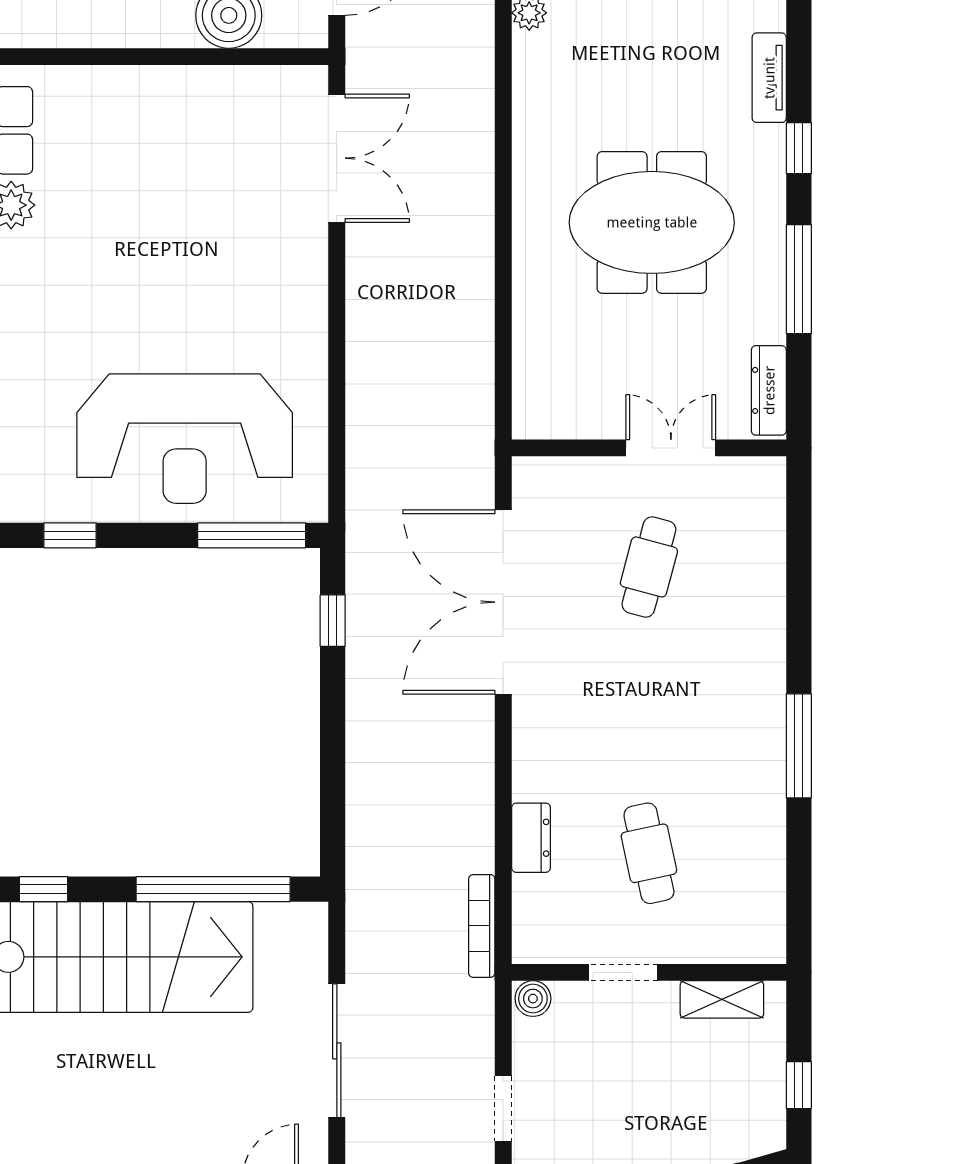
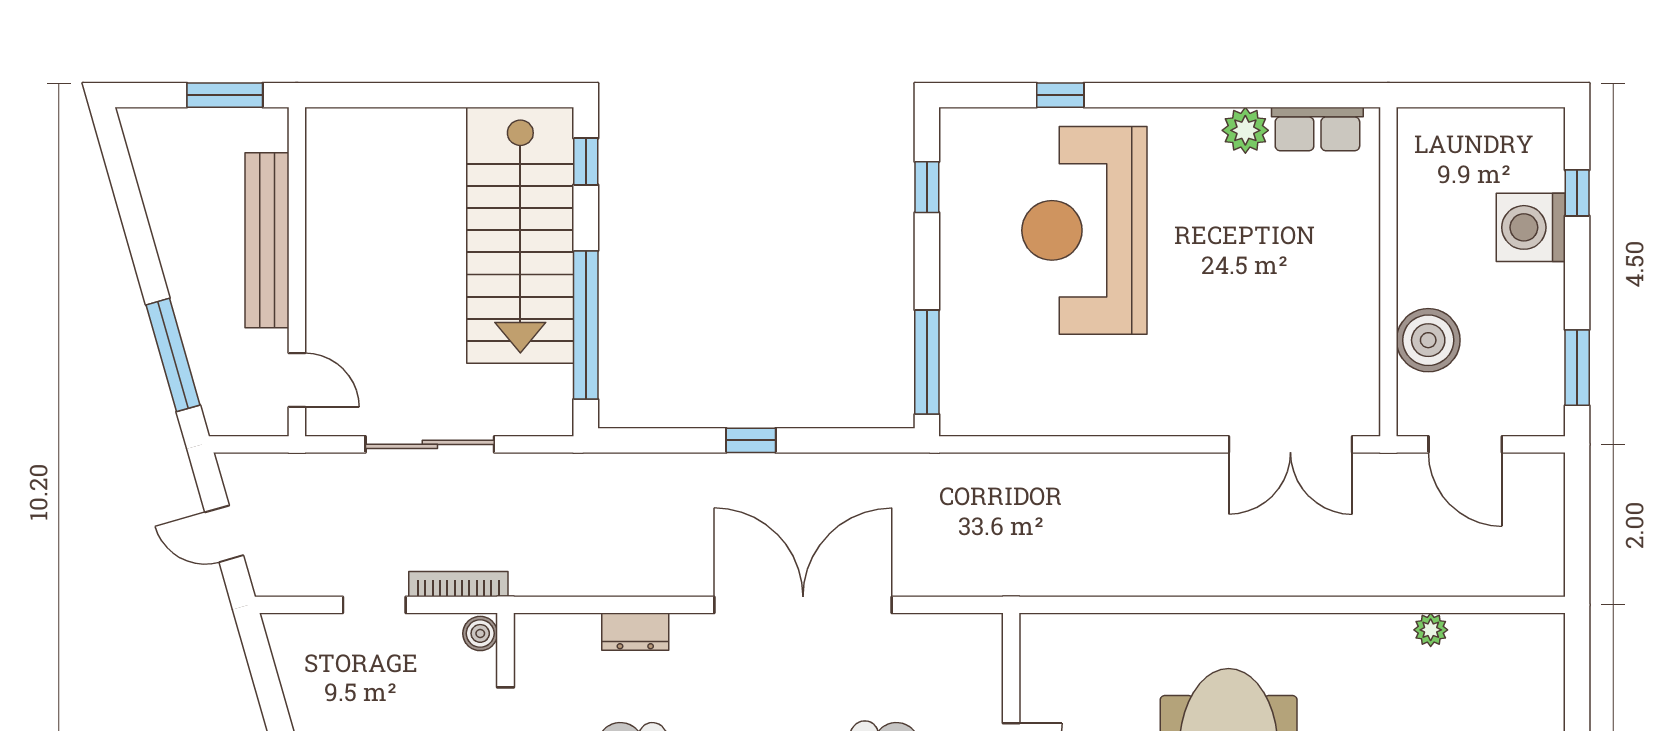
reception desk: (185, 439) -> (1084, 230), moved
double door: (503, 602) -> (803, 605), moved
window: (333, 621) -> (751, 440), moved
bookcase: (482, 926) -> (458, 584), moved

